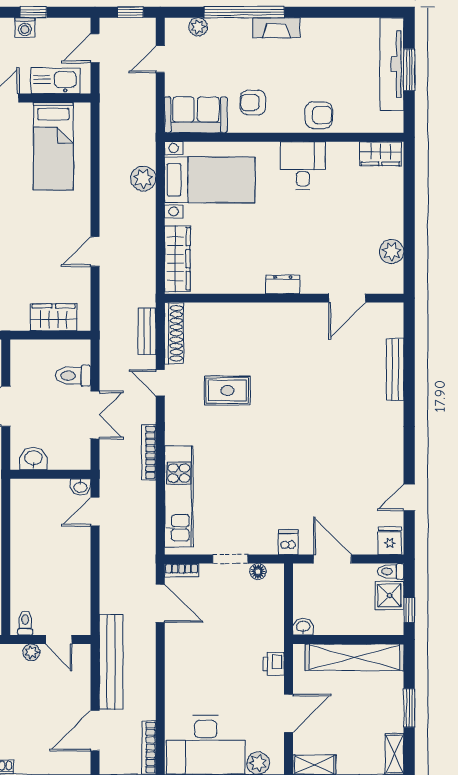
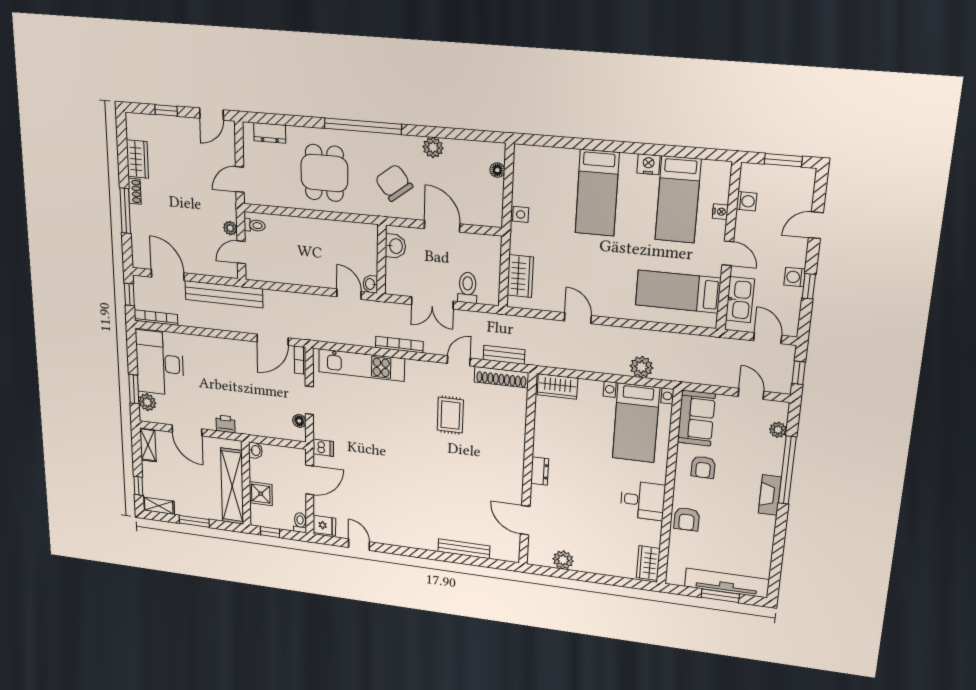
armchair: (253, 102) -> (703, 467), turned 180
wardrobe: (177, 259) -> (557, 386), width x0.67
shower: (390, 595) -> (261, 494), moved

